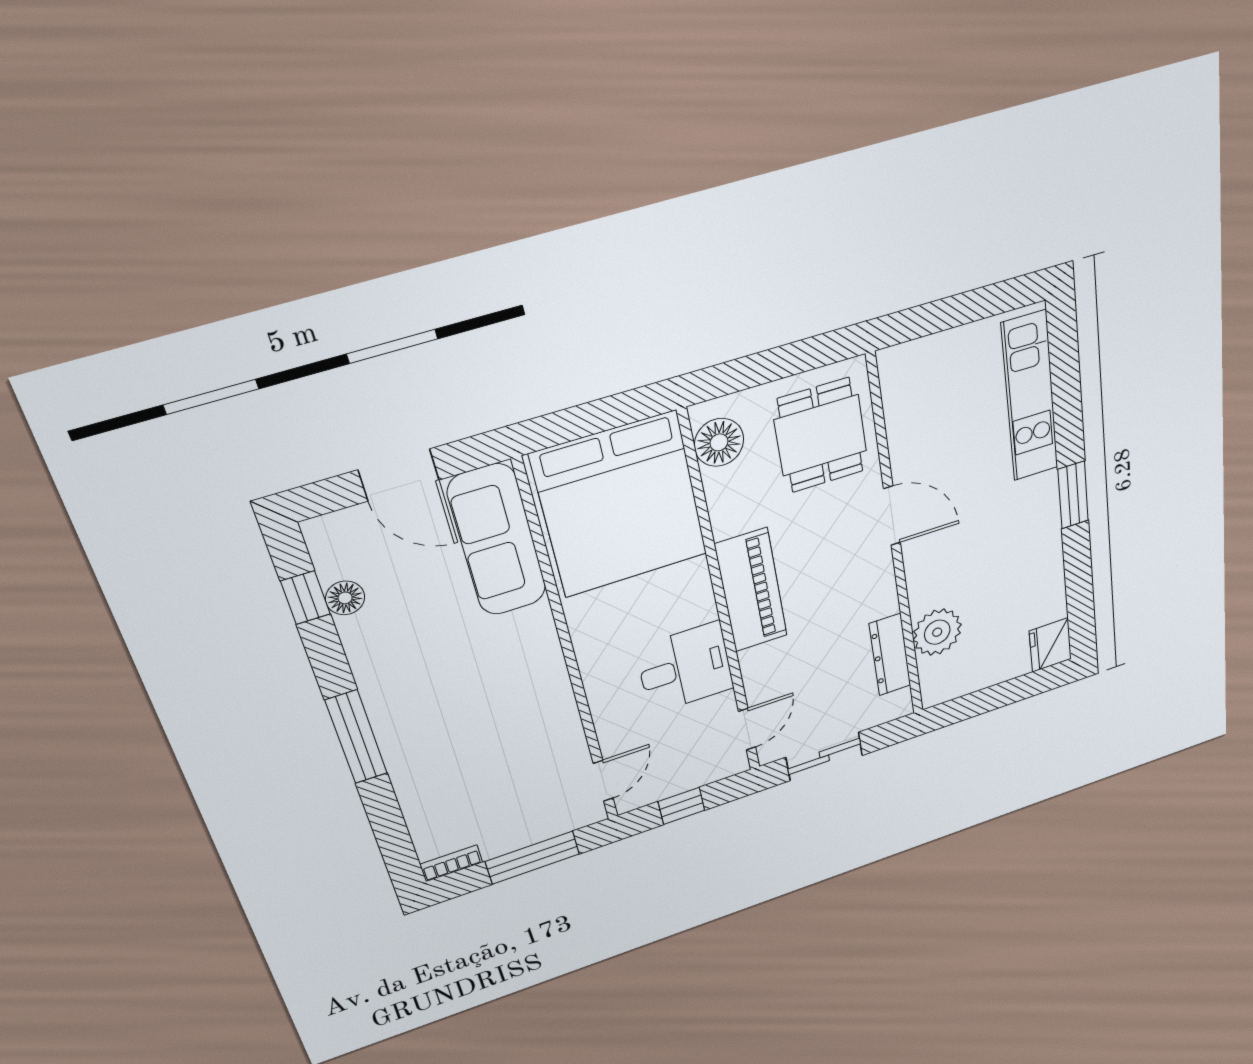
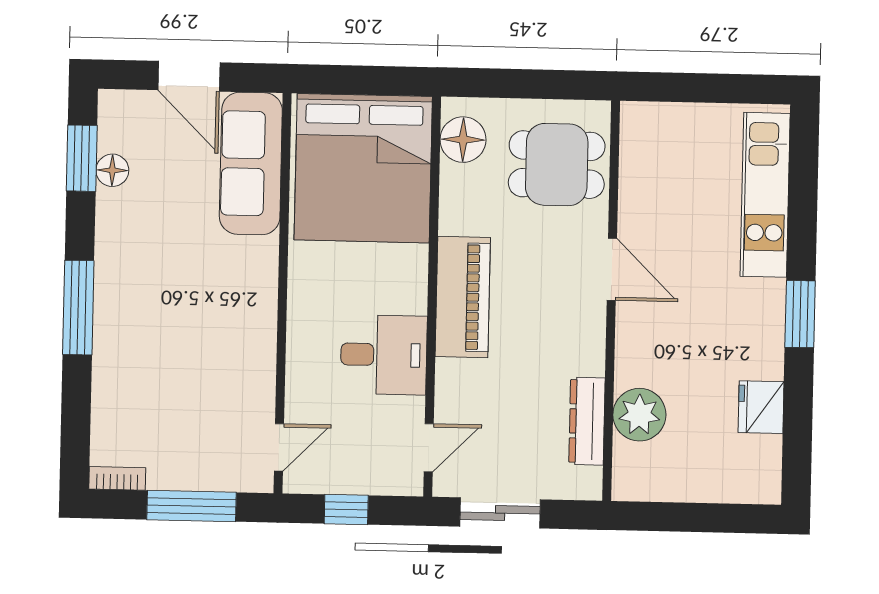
dining table: (821, 435) -> (557, 165), turned 90
window: (305, 598) -> (82, 158), width x1.50
fridge: (1050, 645) -> (761, 407), moved

